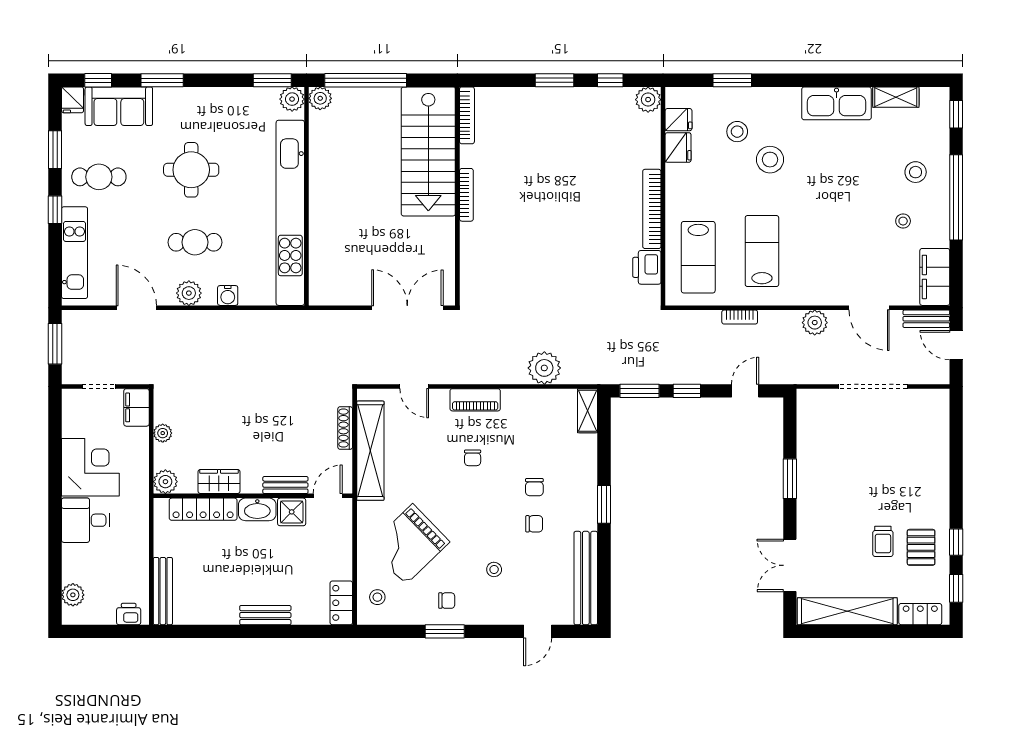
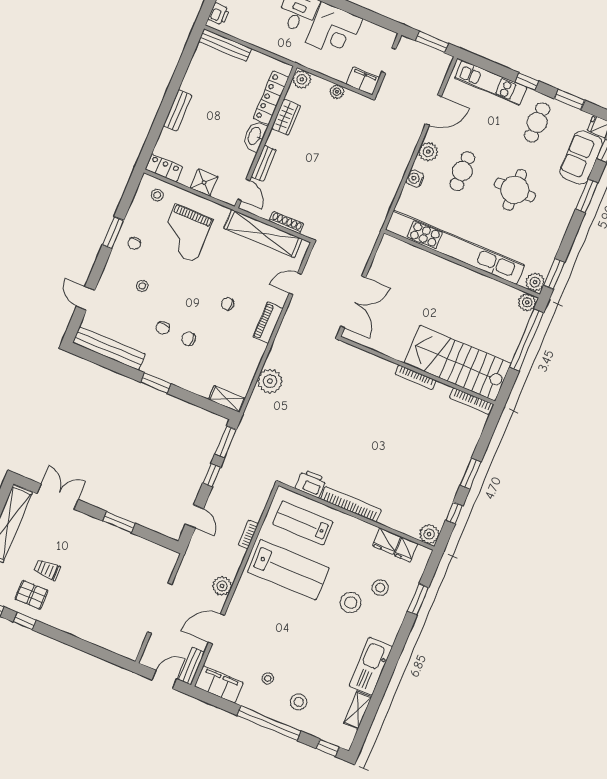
lab bench: (762, 251) -> (288, 570), width x1.36, depth x1.39
shower: (292, 512) -> (204, 182), moved
grand piano: (409, 544) -> (185, 233), turned -136

